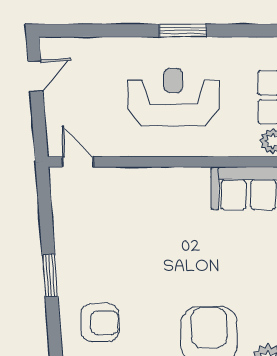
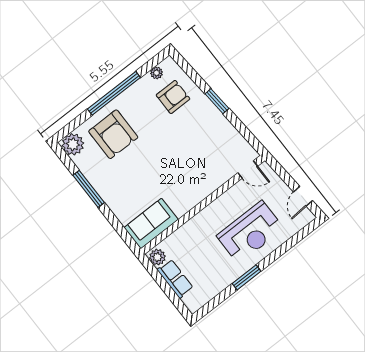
reception desk: (173, 97) -> (250, 232), moved
armchair: (100, 323) -> (173, 97), turned 180

